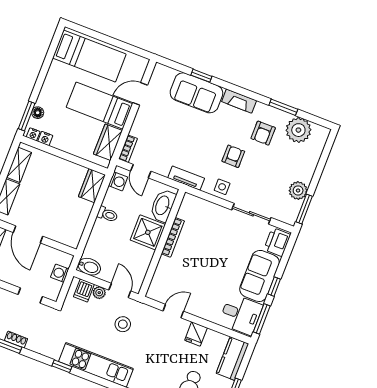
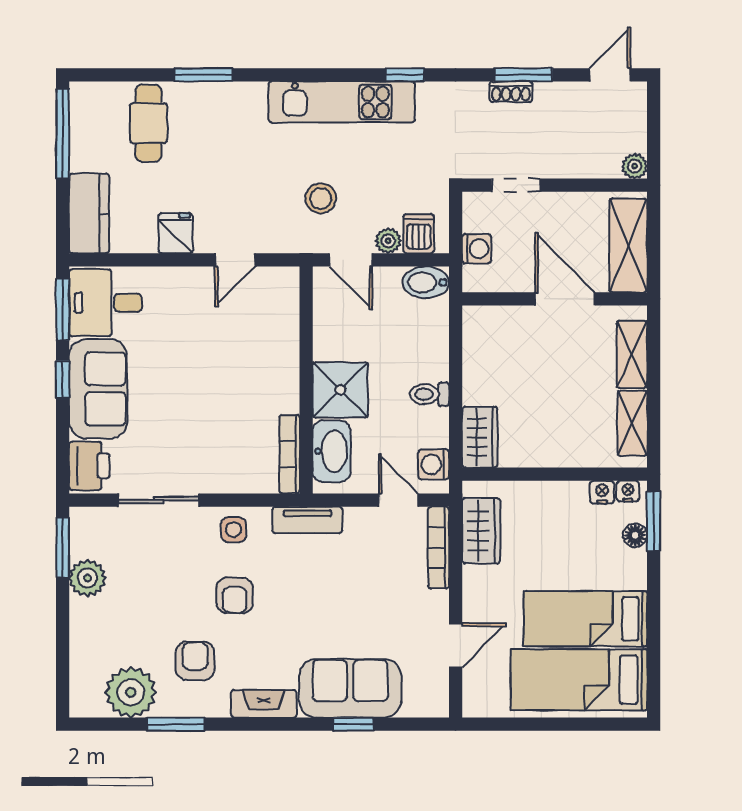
bed: (100, 106) -> (585, 619), moved, turned 180
bookcase: (128, 149) -> (439, 548), width x1.56
bookcase: (173, 237) -> (290, 454), moved

